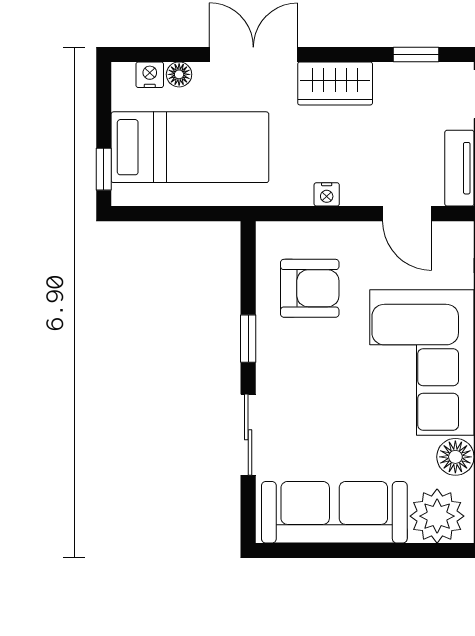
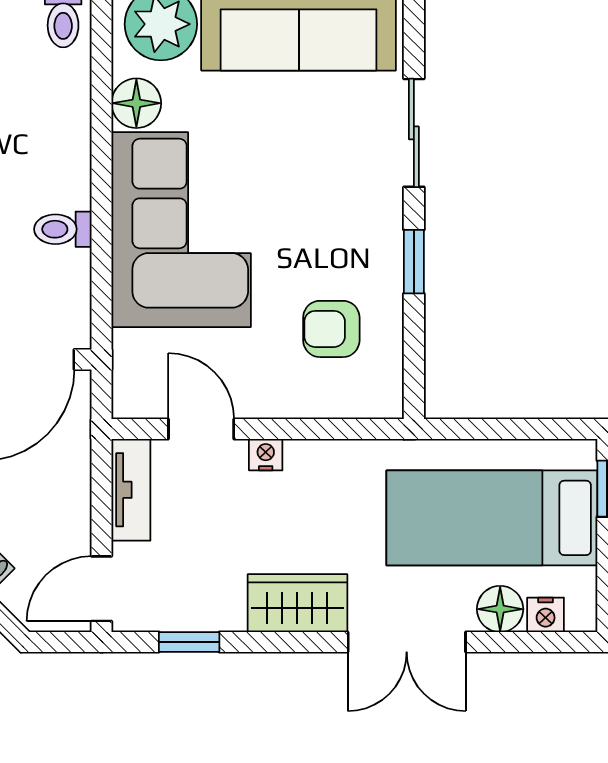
floor lamp: (179, 74) -> (500, 609), width x1.37, depth x1.37
nightstand: (327, 194) -> (266, 455), moved
armchair: (310, 288) -> (331, 329), width x0.72, depth x0.72

